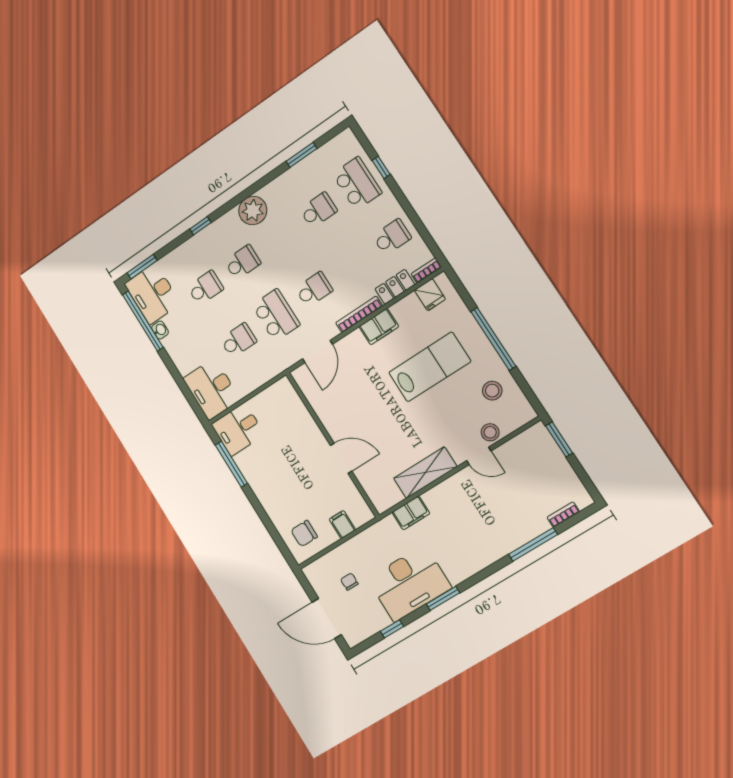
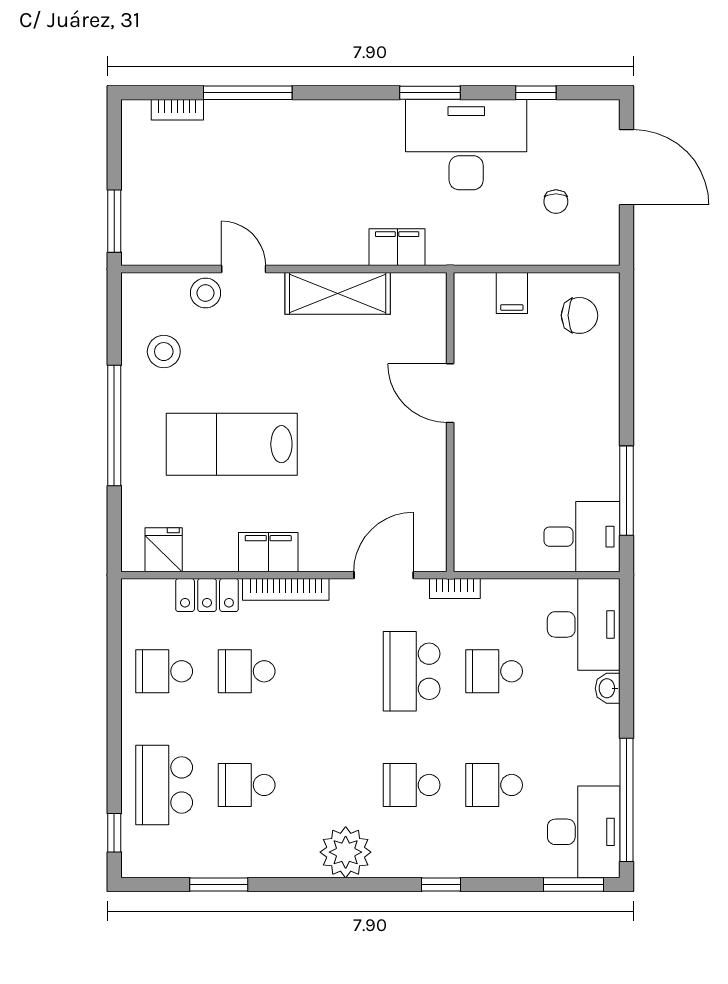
window: (381, 167) -> (114, 833), moved
bookcase: (426, 270) -> (455, 589), moved
school desk: (314, 289) -> (247, 671), moved
washbasin: (160, 330) -> (608, 688), moved

